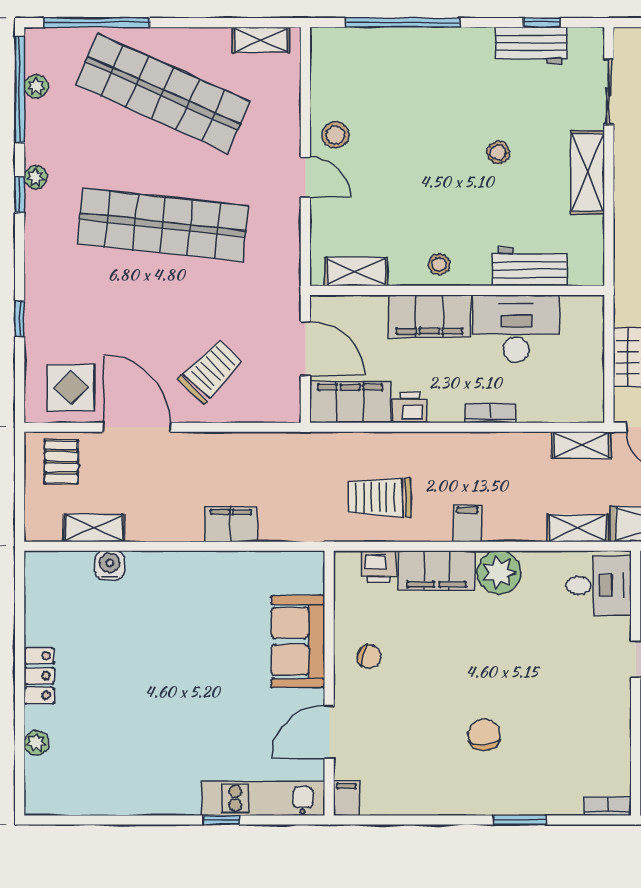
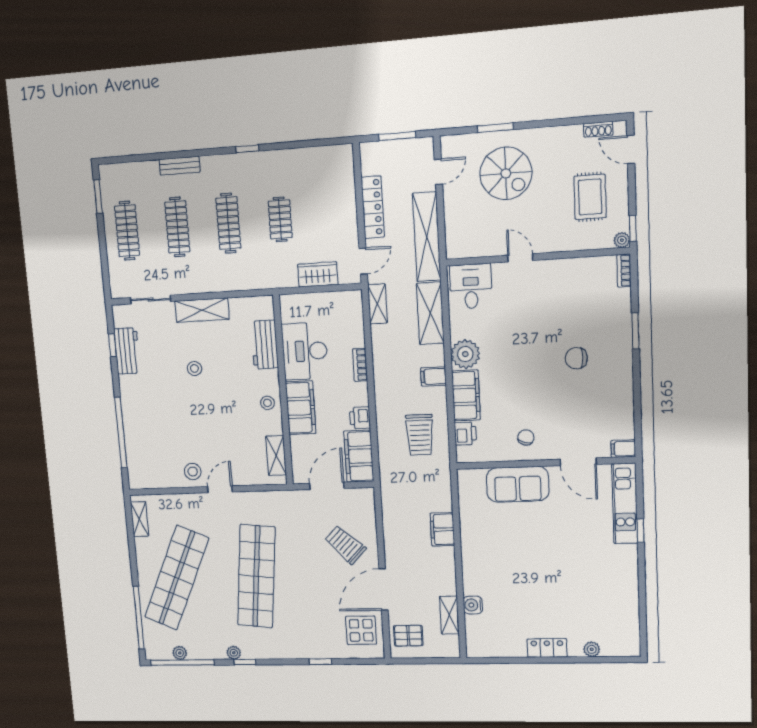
shelving: (578, 528) -> (430, 313), width x1.50, depth x1.33

